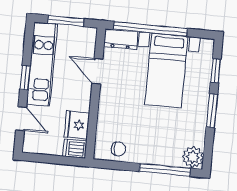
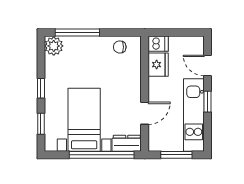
door: (97, 71) -> (145, 113), hinge flipped
window: (212, 111) -> (41, 88), width x0.67

